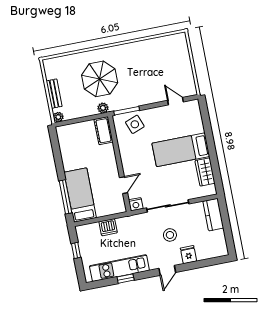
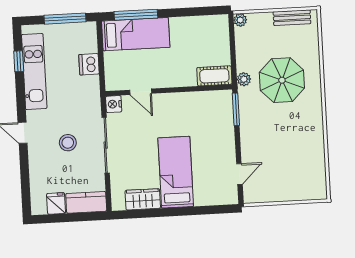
bench: (54, 94) -> (292, 18), moved
side table: (135, 124) -> (217, 117), removed
window: (76, 250) -> (65, 19), width x2.17
fridge: (188, 255) -> (56, 203), moved, turned -90
window: (126, 279) -> (19, 61), moved

